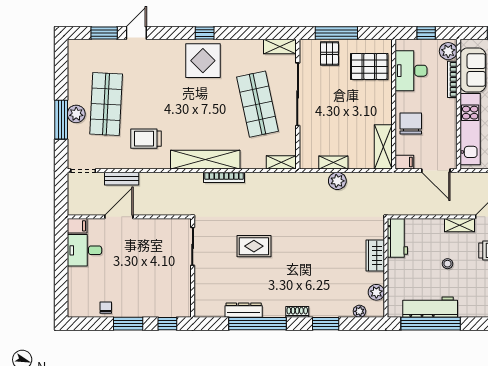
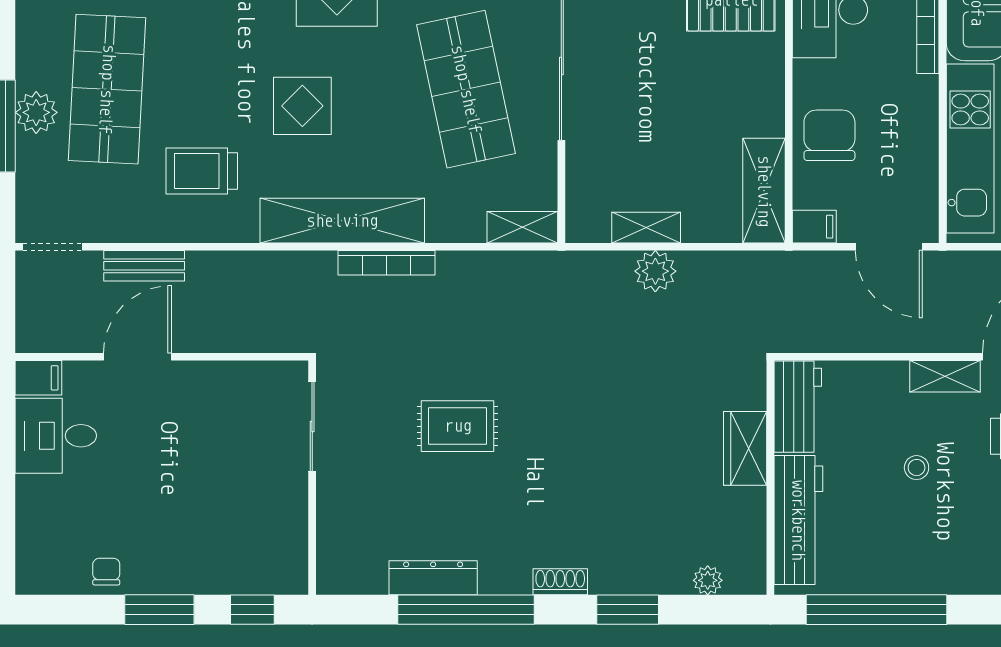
display table: (188, 111) -> (302, 106), added
plant: (376, 292) -> (748, 535), removed
workbench: (430, 307) -> (798, 520), moved, turned 90

